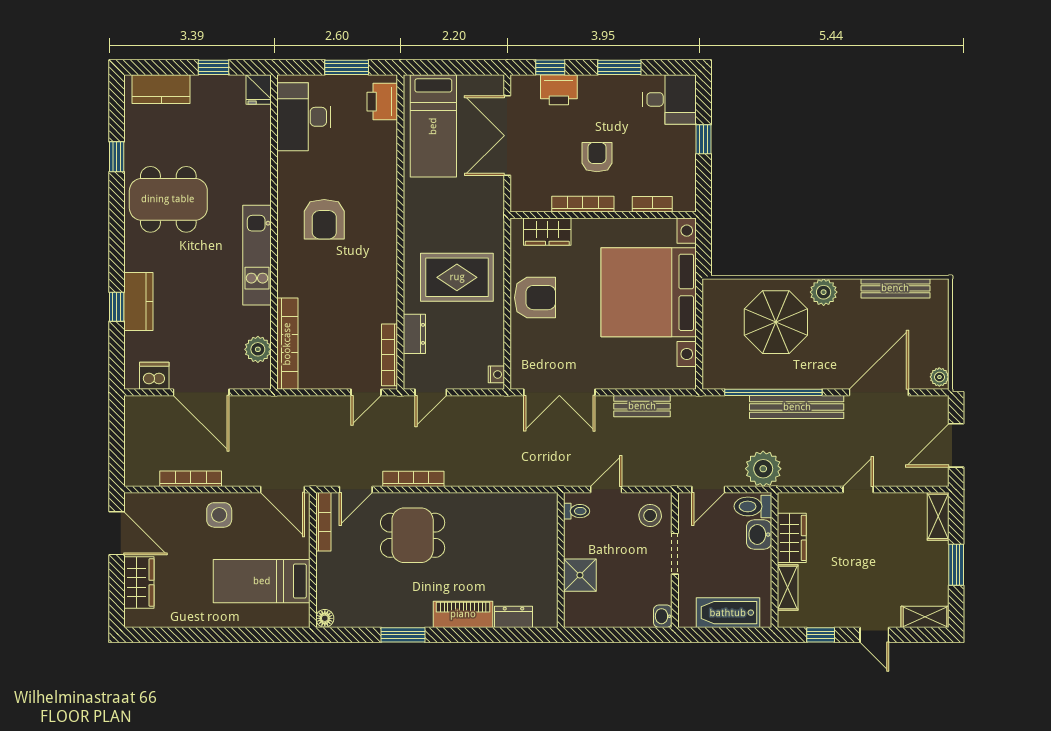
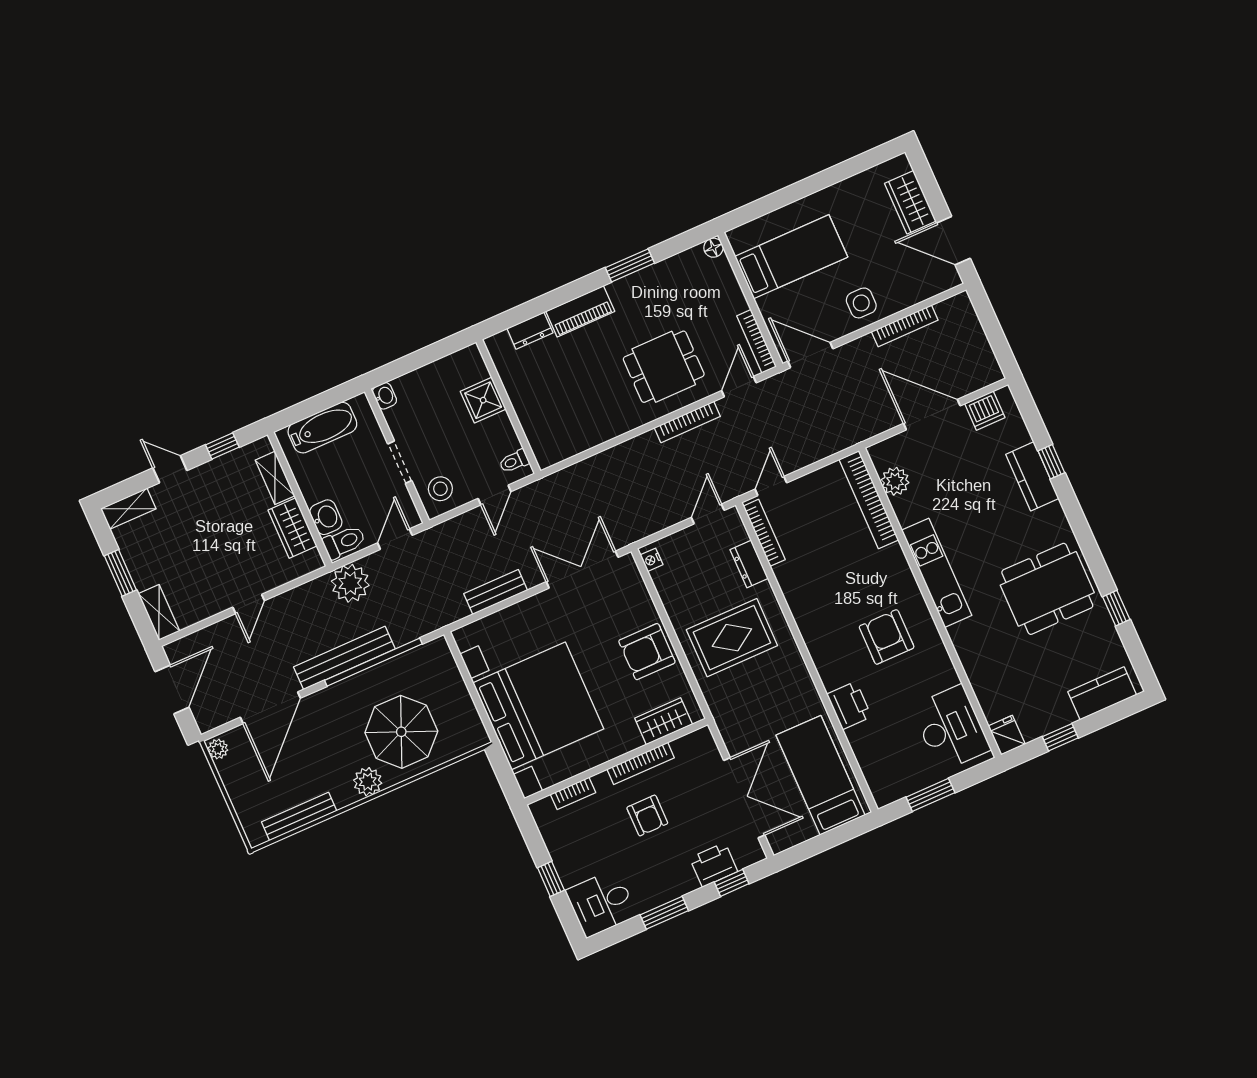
printer: (382, 102) -> (849, 706), moved

